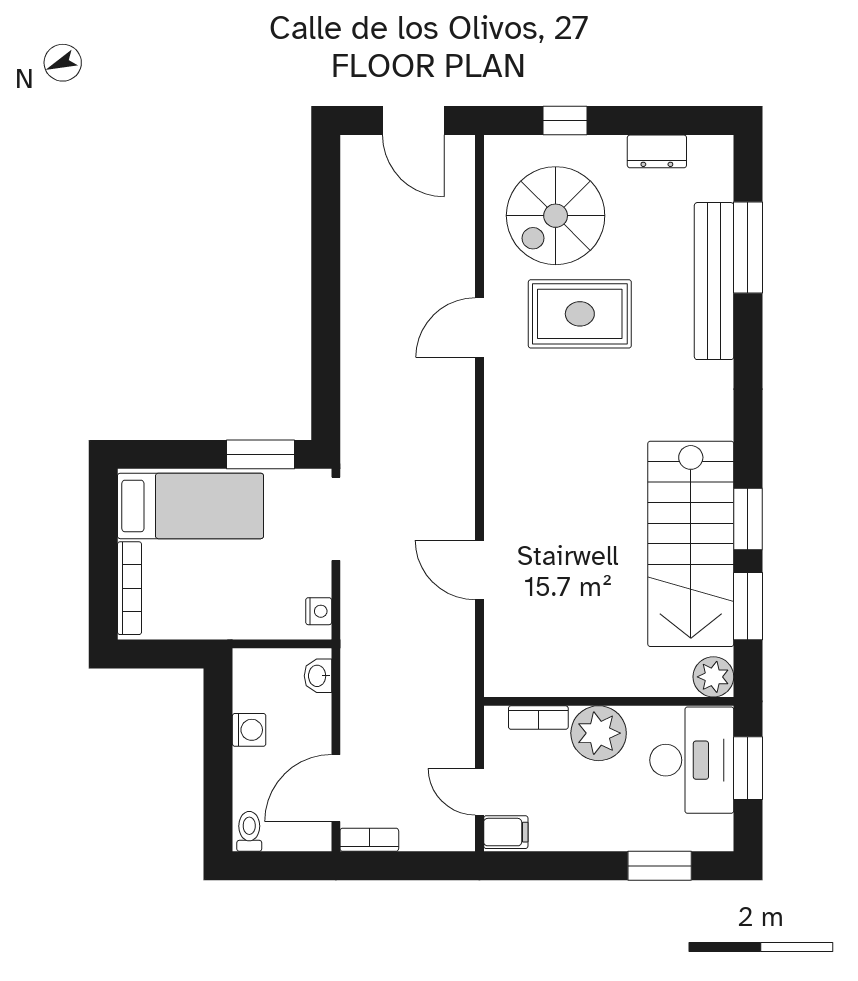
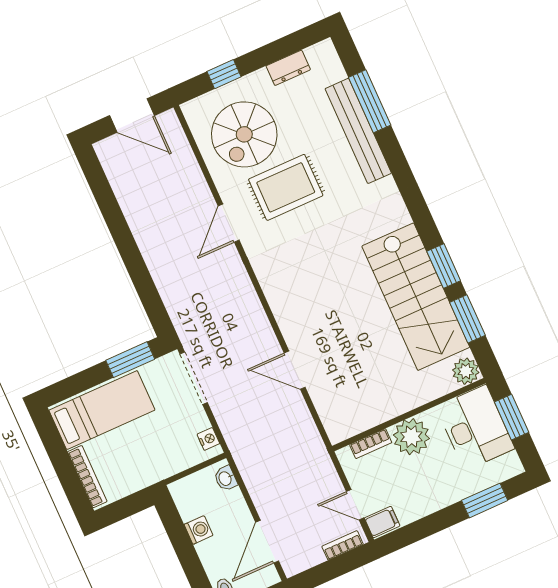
bookcase: (369, 840) -> (343, 545), moved

